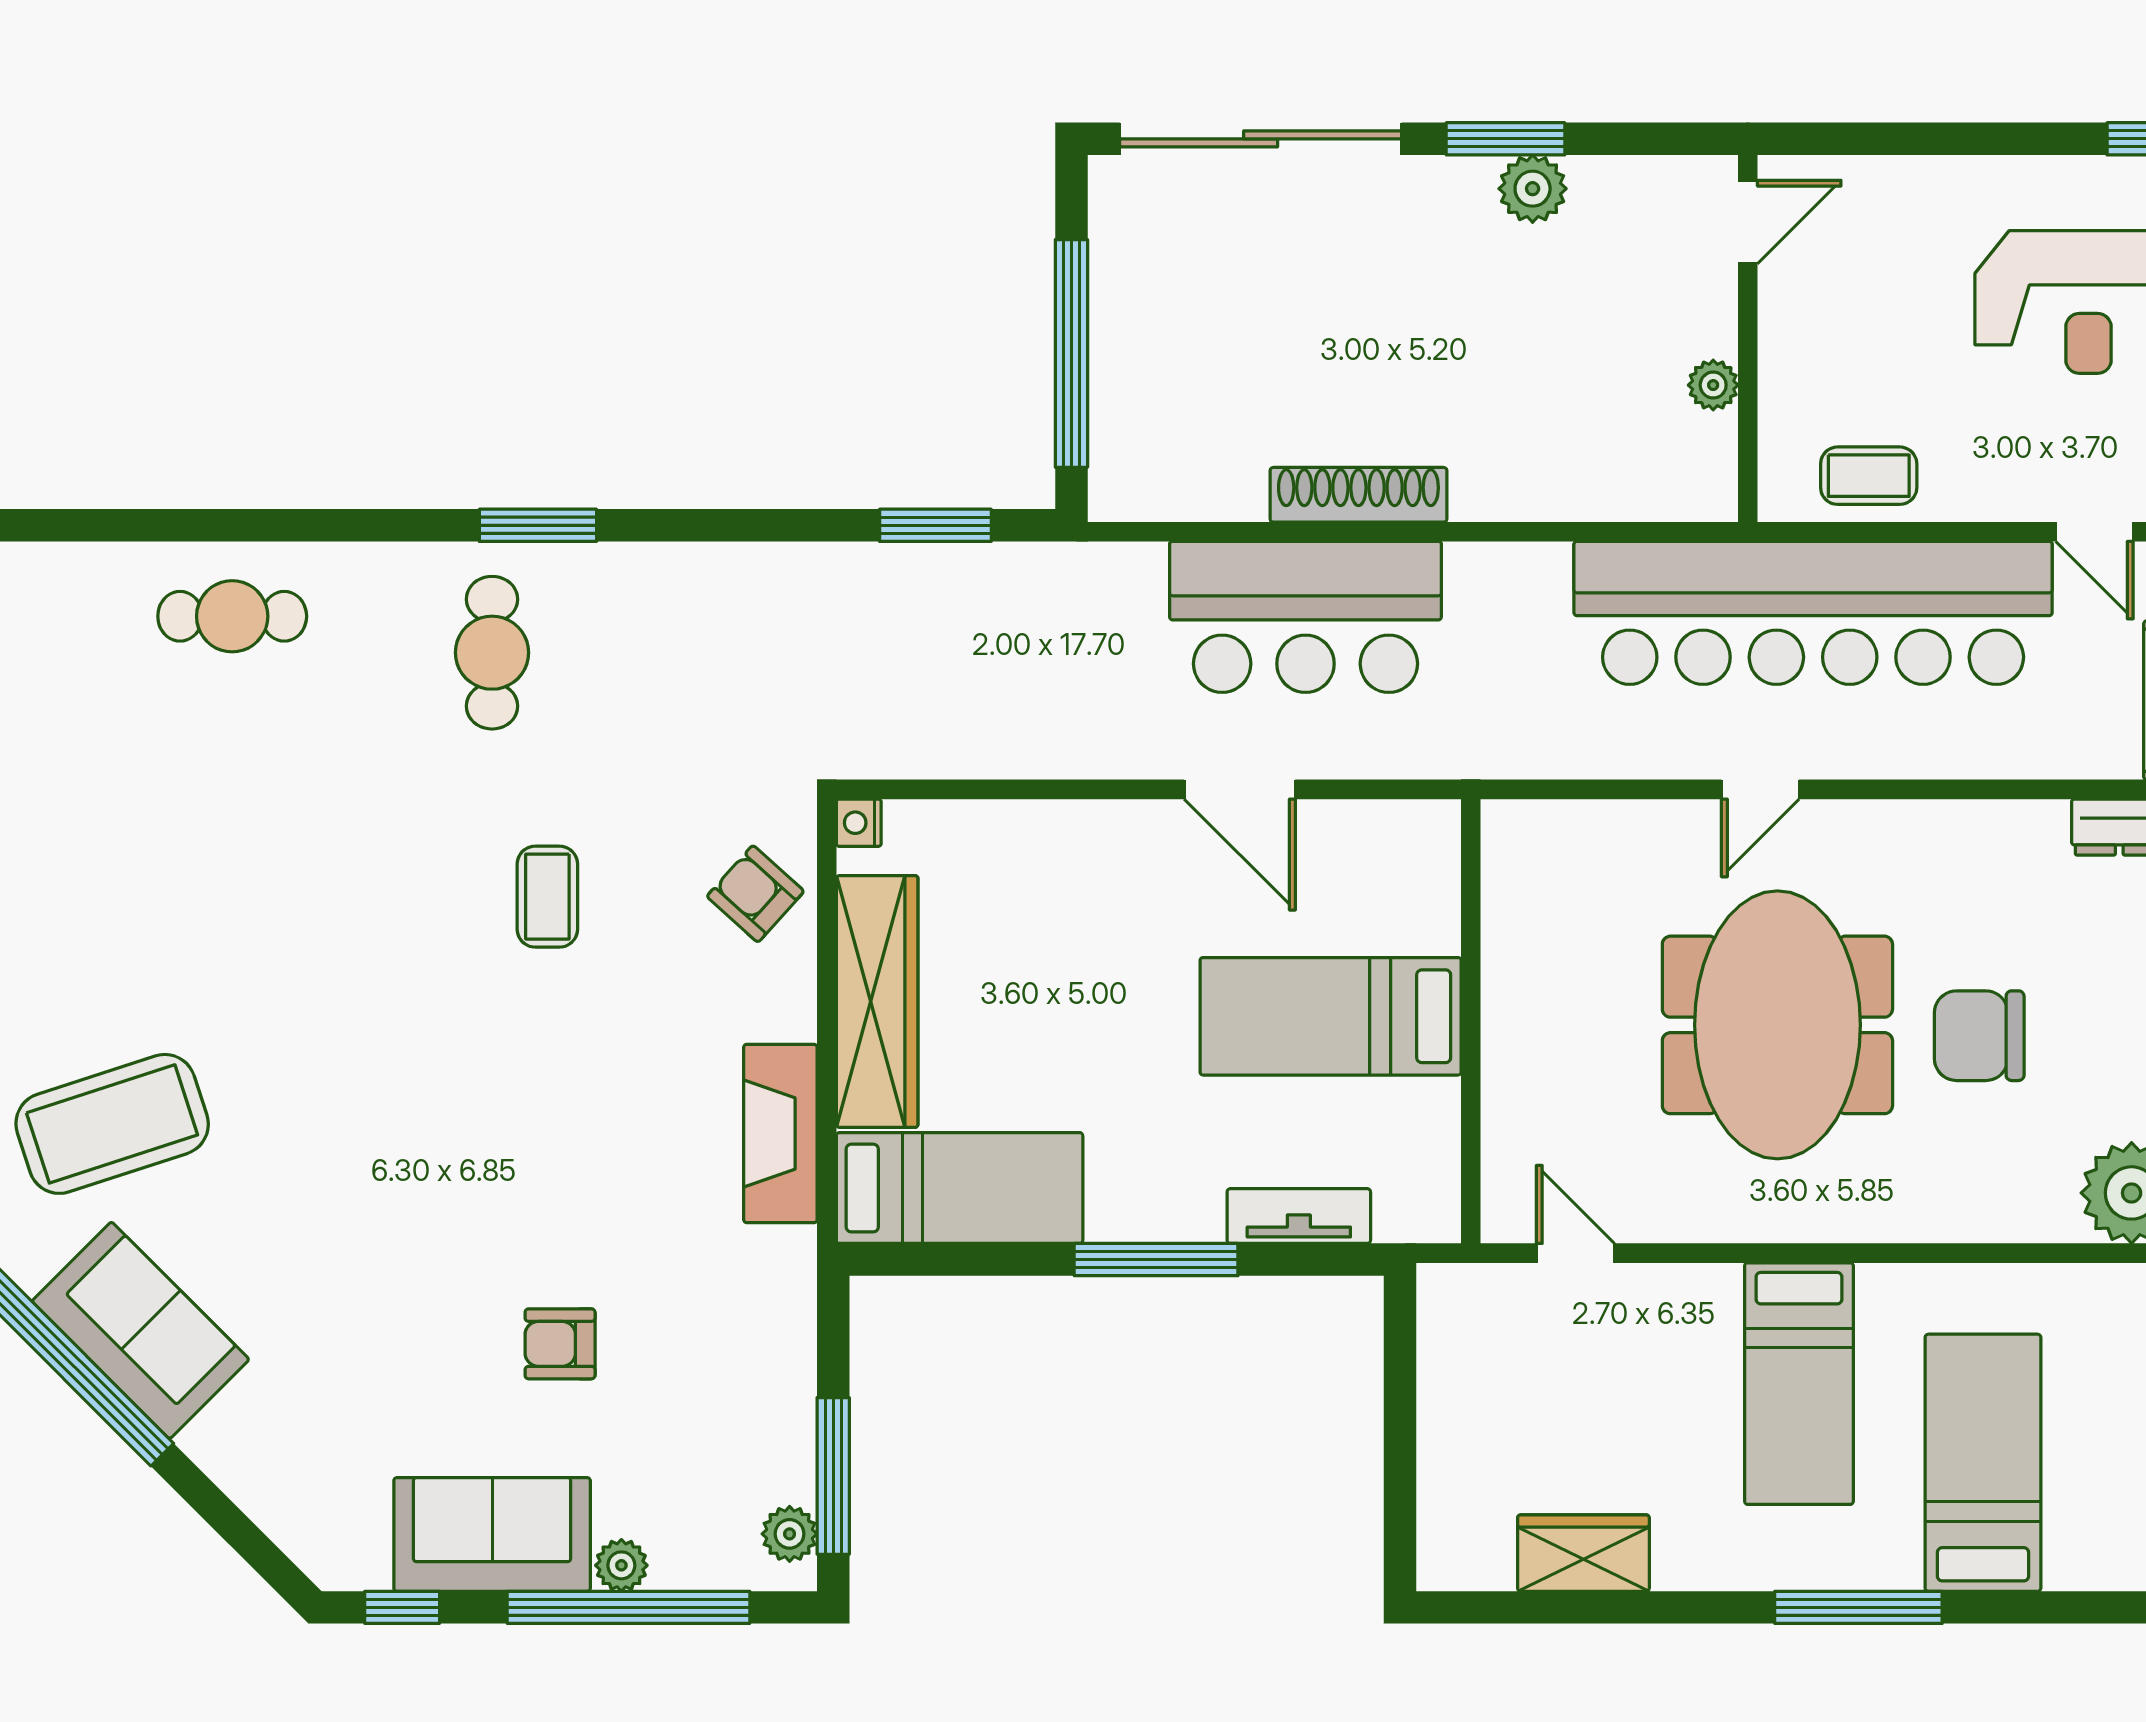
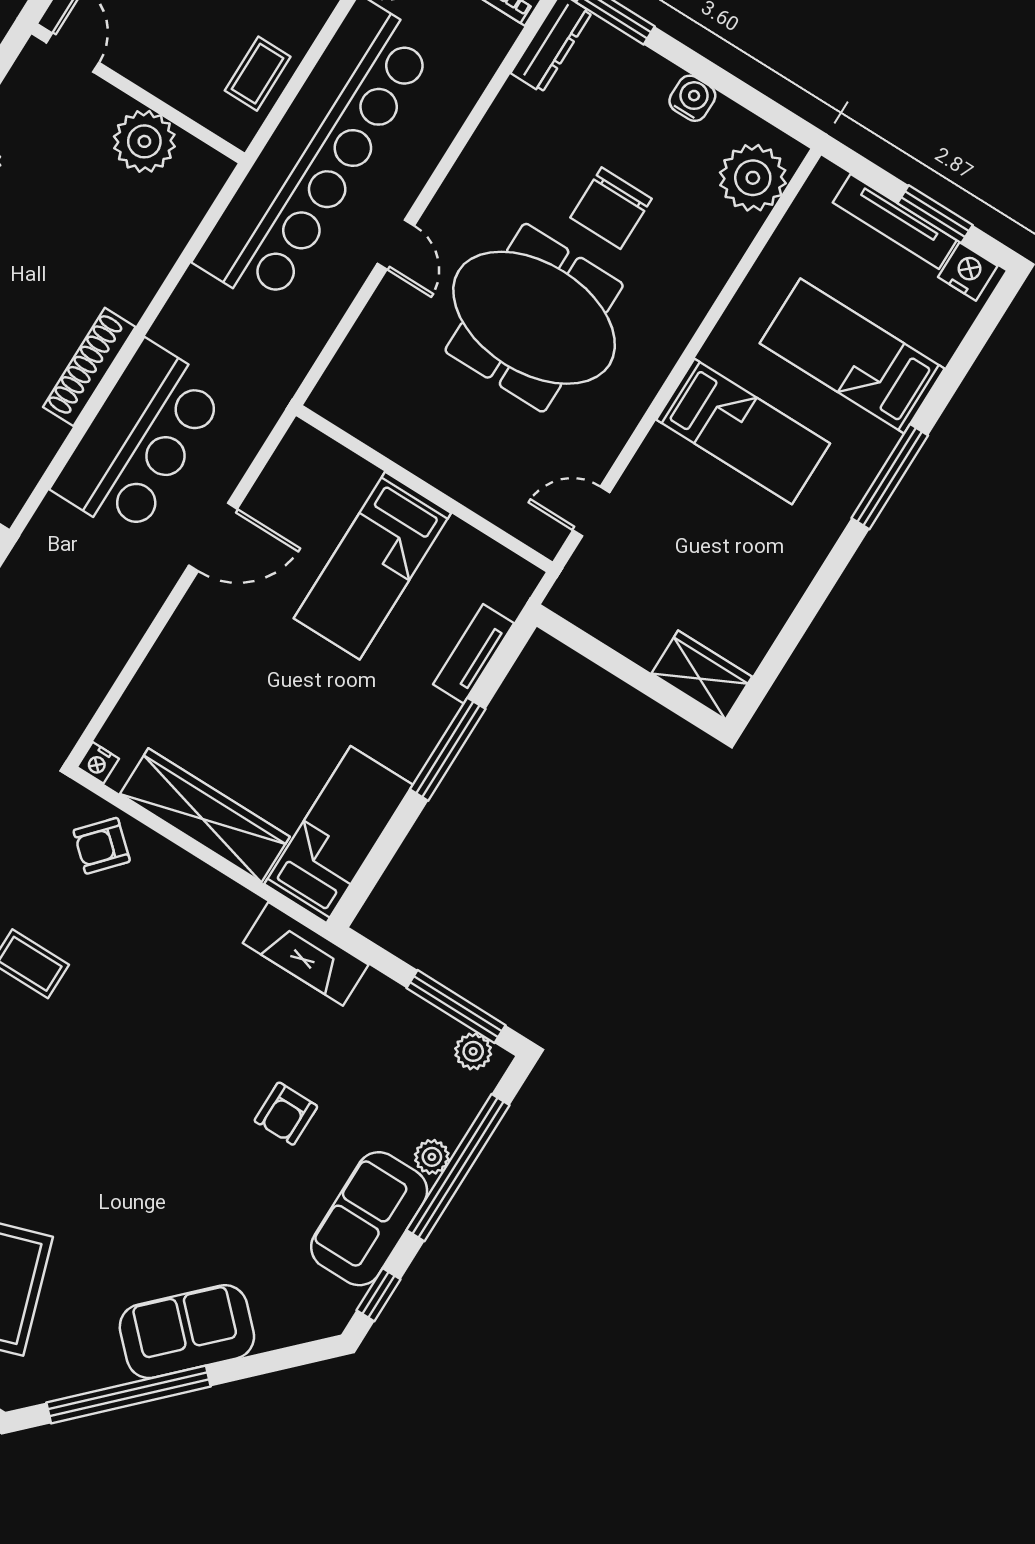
plant: (1713, 385) -> (144, 141), width x1.88, depth x1.88
fireplace: (780, 1133) -> (306, 954), moved
sofa: (141, 1330) -> (187, 1332), moved
wardrobe: (1583, 1553) -> (702, 675), moved, turned 90

